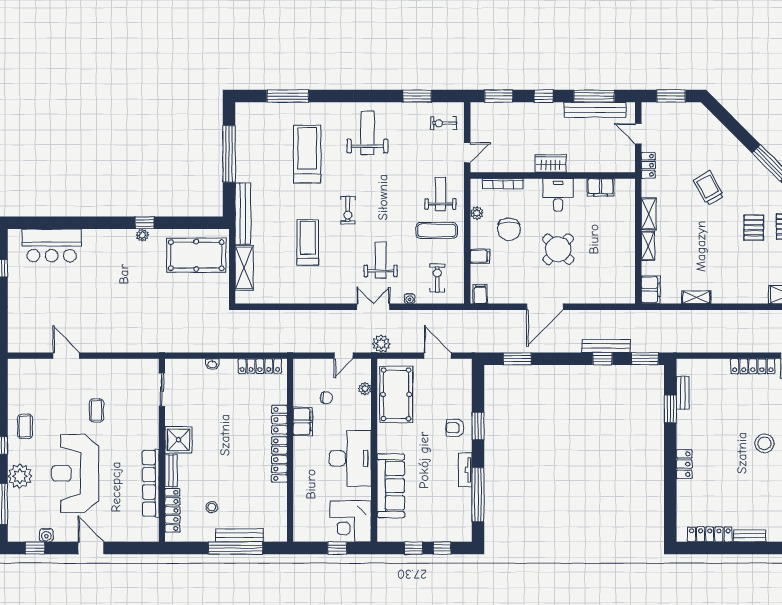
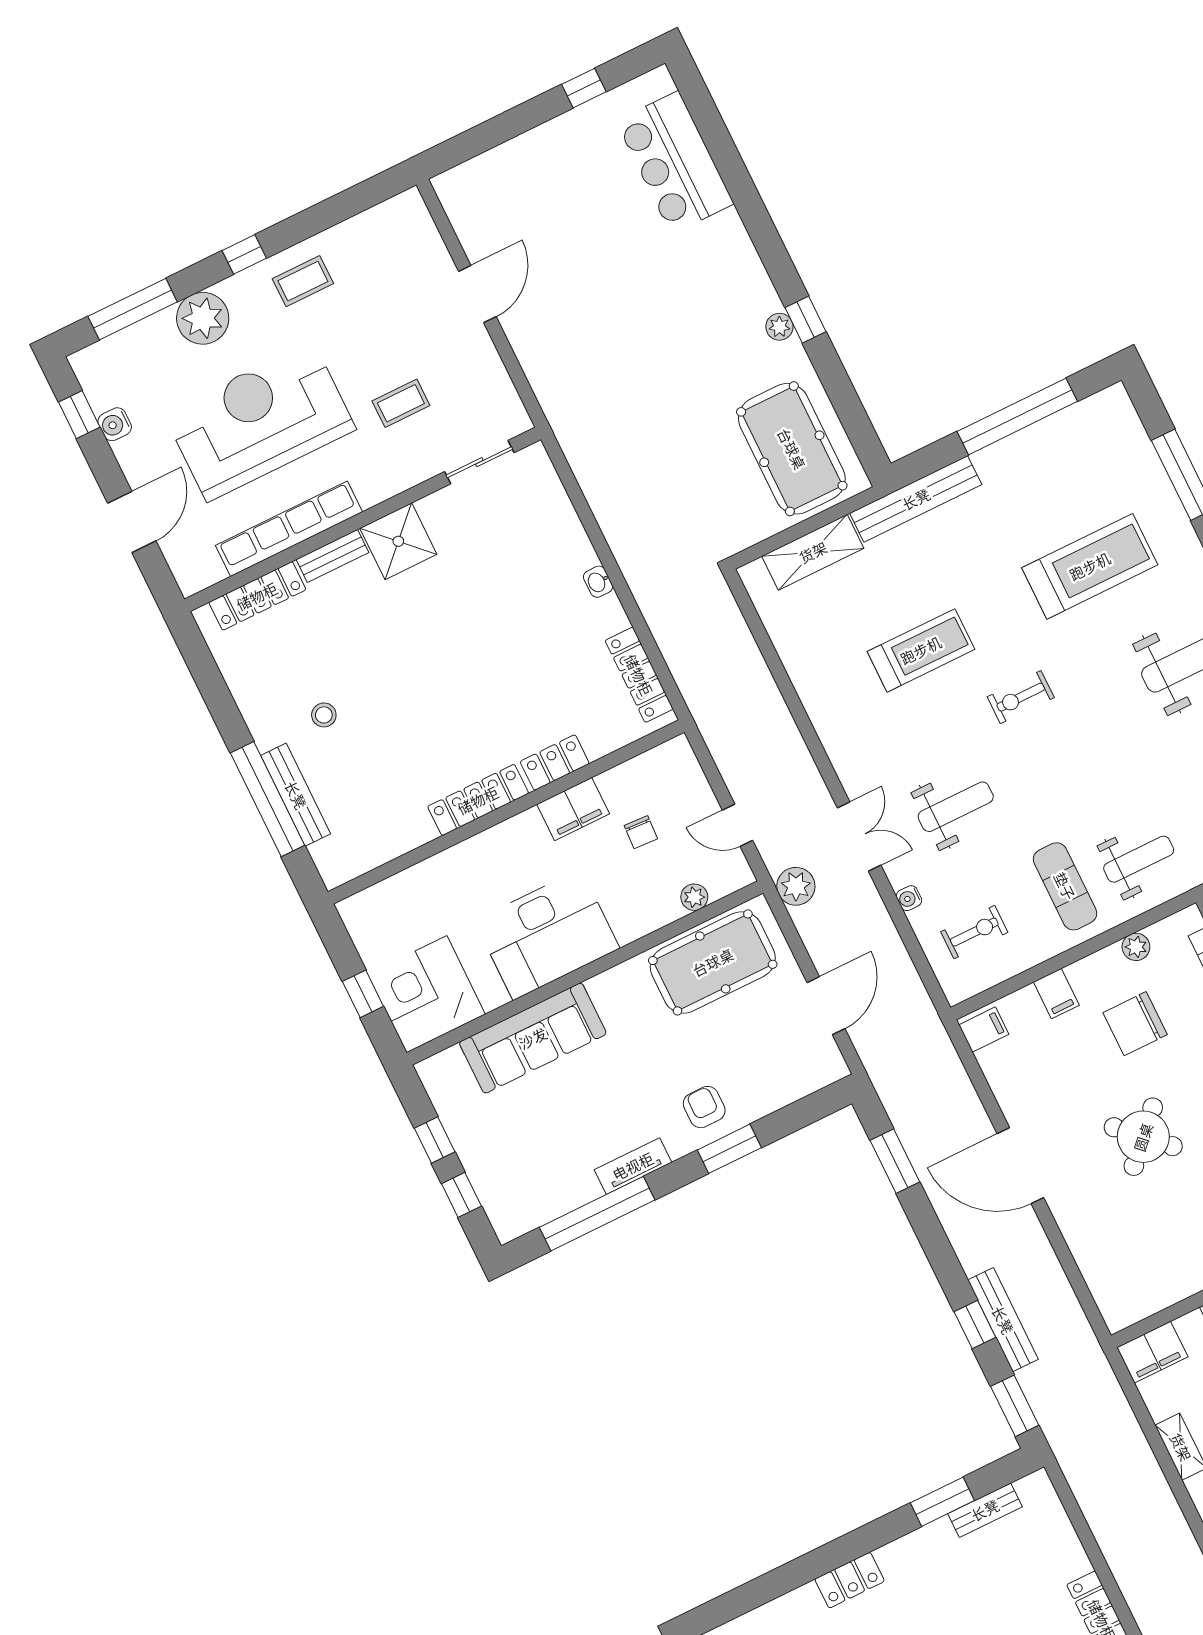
sliding door: (162, 389) -> (479, 462), moved
shower: (178, 440) -> (398, 541), moved
wall: (162, 450) -> (363, 519), moved
bench: (171, 471) -> (332, 556), moved
row of seats: (151, 483) -> (289, 529), moved
locker: (172, 510) -> (257, 596), moved

